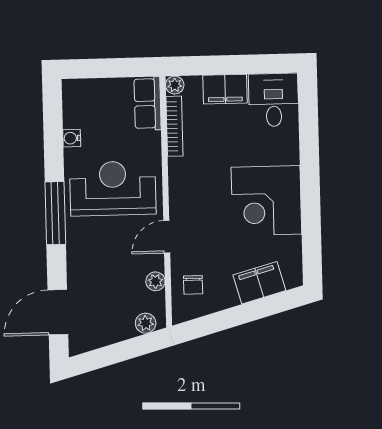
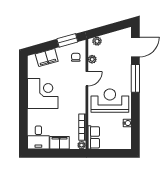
reception desk: (113, 188) -> (110, 101), turned 180
window: (55, 213) -> (135, 78), moved
window: (213, 323) -> (67, 40), added

